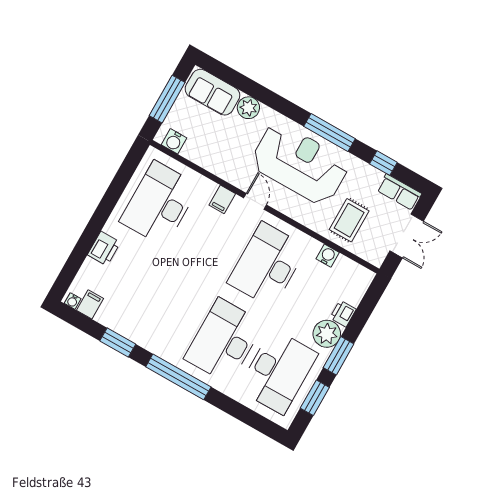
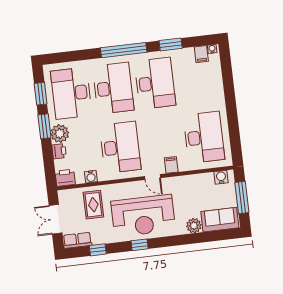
window: (329, 132) -> (140, 245), width x0.46
printer: (104, 249) -> (65, 178), moved, turned 90
desk: (170, 310) -> (155, 83), added

